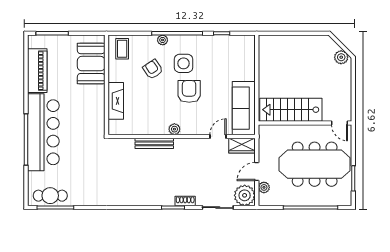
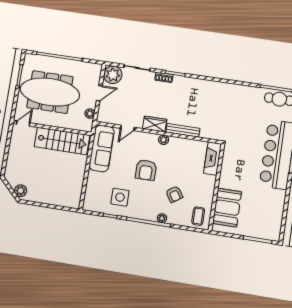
plant: (341, 57) -> (21, 191), moved
side table: (184, 63) -> (120, 197), moved
piano: (37, 71) -> (275, 209), removed
fireplace: (116, 101) -> (212, 159), moved
door: (339, 123) -> (23, 123), hinge flipped
wardrobe: (242, 146) -> (155, 124), moved
plant: (264, 187) -> (90, 114), moved

